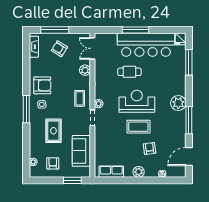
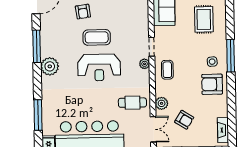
armchair: (59, 49) -> (184, 120), moved
cafe table: (129, 72) -> (132, 103), moved
rug: (53, 131) -> (204, 19), moved

